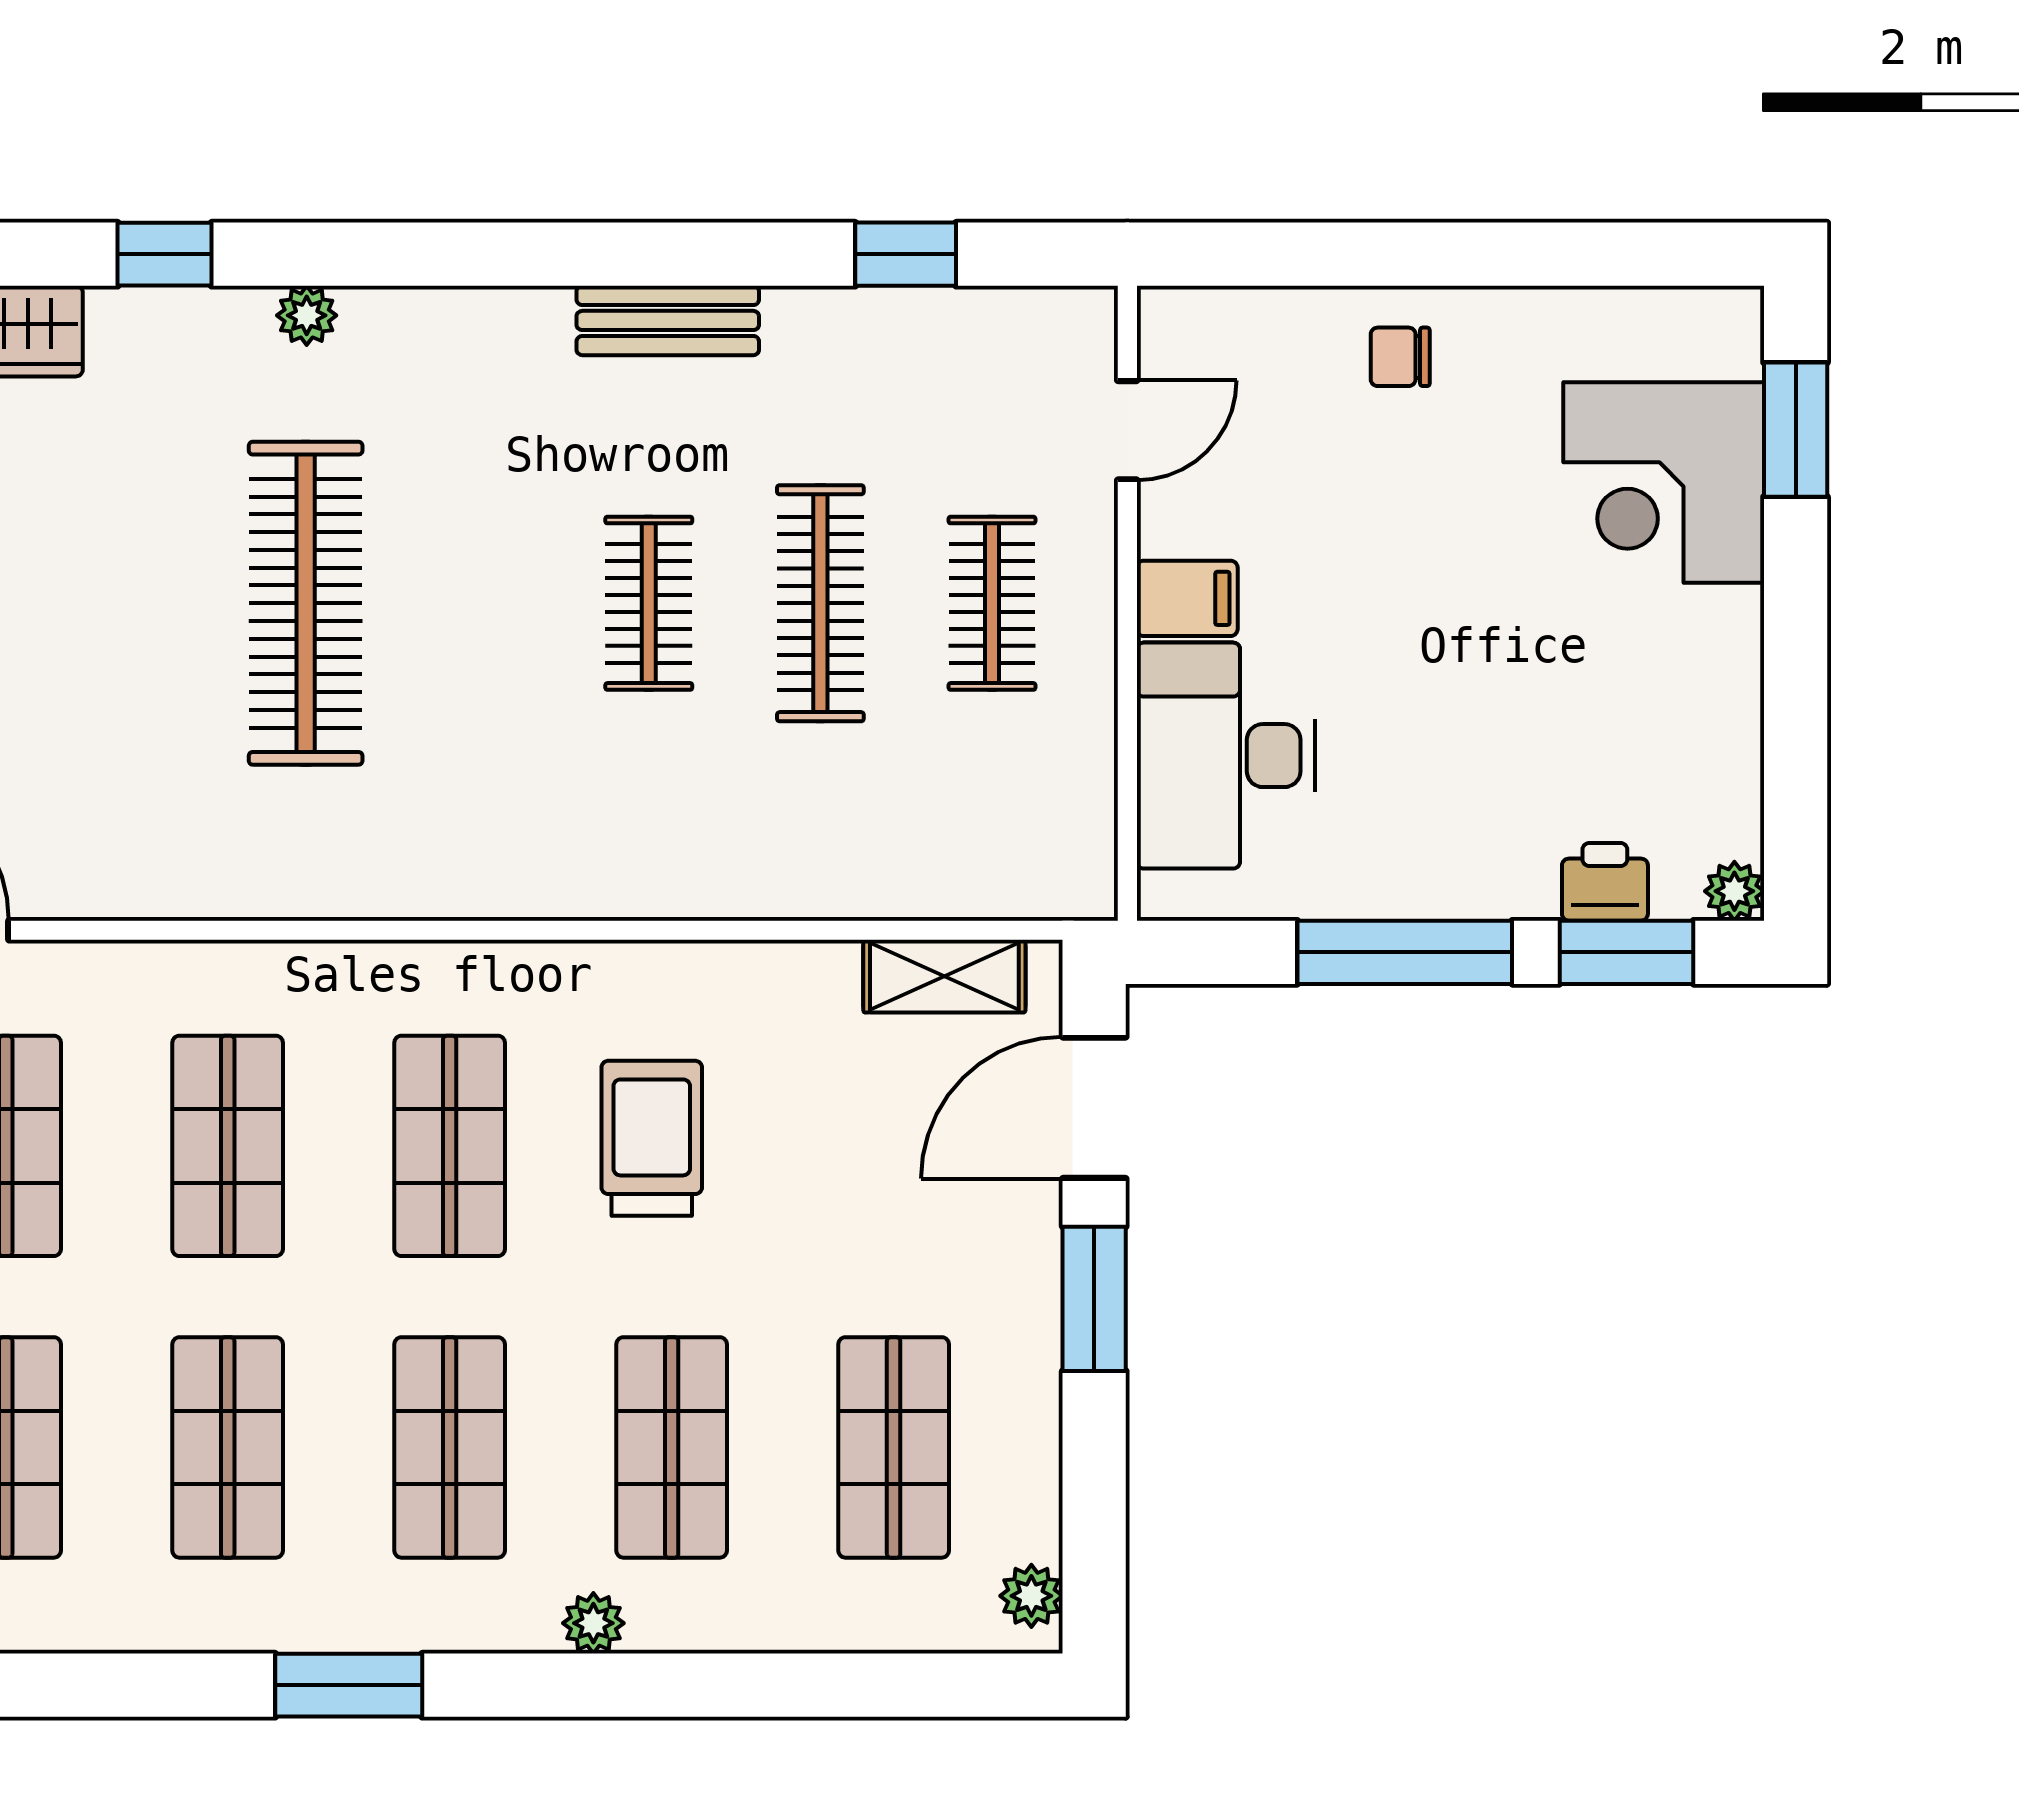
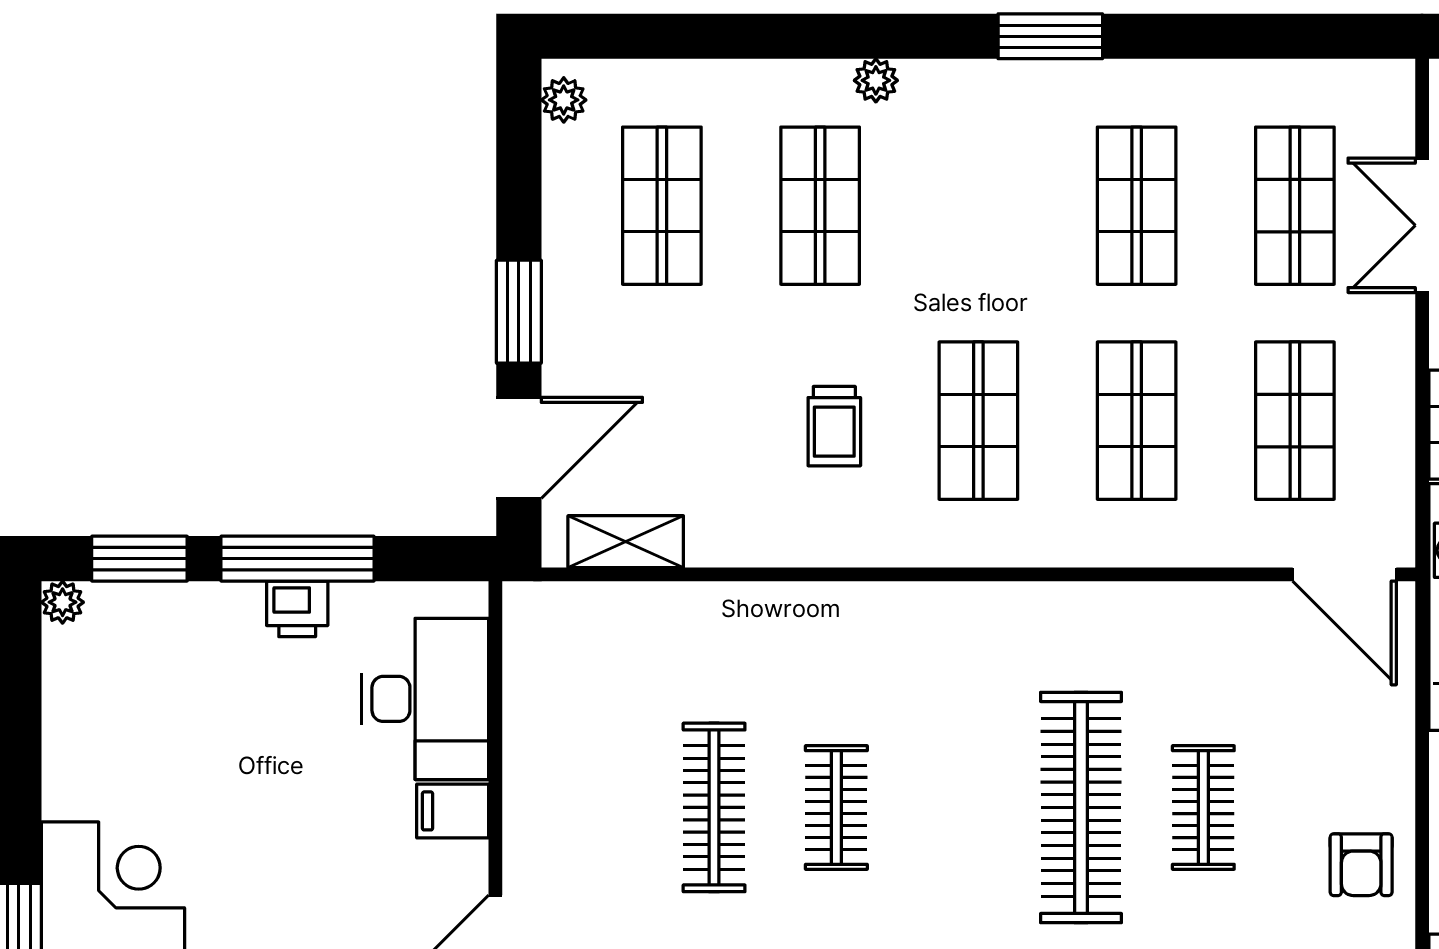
clothes rail: (992, 603) -> (1203, 807), moved
printer: (1605, 882) -> (297, 609), moved
trolley: (652, 1138) -> (834, 426), width x0.73, depth x0.72
shop shelf: (450, 1447) -> (978, 206), removed

